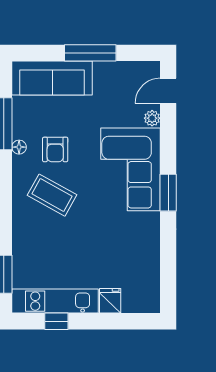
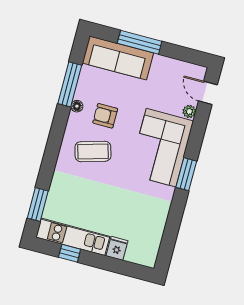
window: (90, 53) -> (140, 42), moved
door: (168, 91) -> (208, 93), hinge flipped
armchair: (55, 149) -> (105, 116), turned 90
coffee table: (52, 195) -> (93, 151), turned -45

